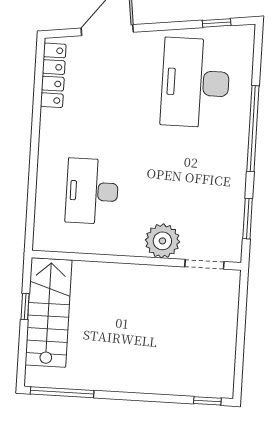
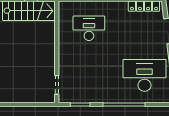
plant: (162, 241) -> (67, 64), removed

